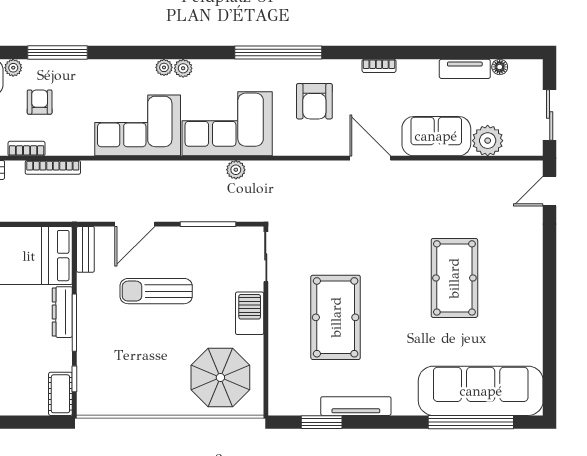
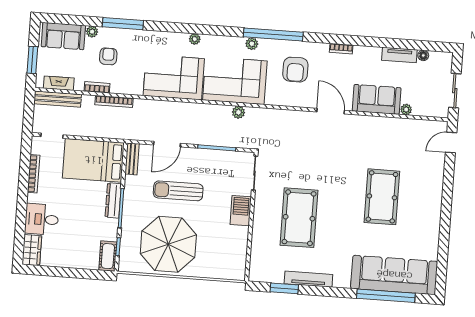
plant: (183, 68) -> (252, 44), moved
plant: (488, 141) -> (406, 110), width x0.53, depth x0.53
parasol: (220, 377) -> (168, 244), moved, width x1.36, depth x1.36

